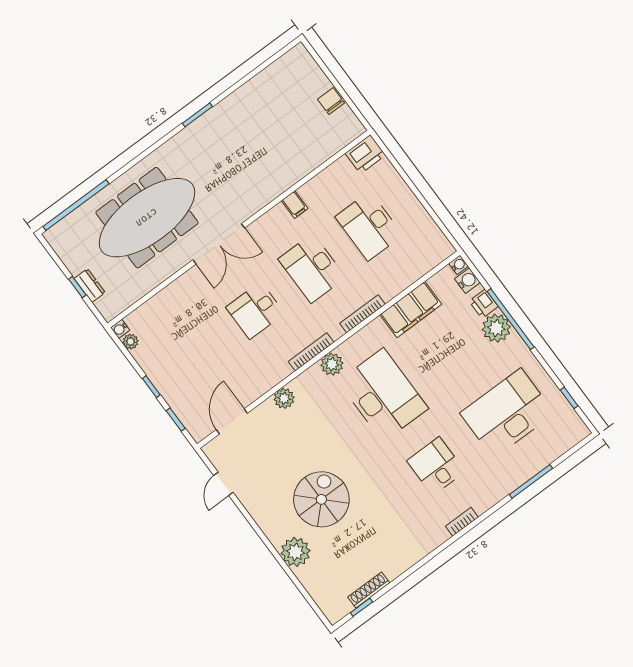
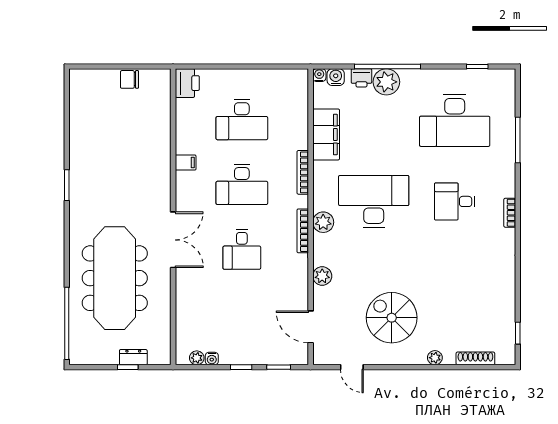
water cooler: (120, 329) -> (212, 359), moved
desk: (507, 413) -> (455, 120), turned -90
spiral stairs: (321, 499) -> (392, 318), moved
plant: (296, 552) -> (435, 358), width x0.53, depth x0.53
shoe rack: (369, 590) -> (475, 358), moved, turned 90

